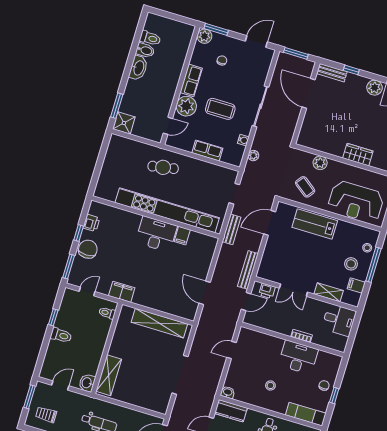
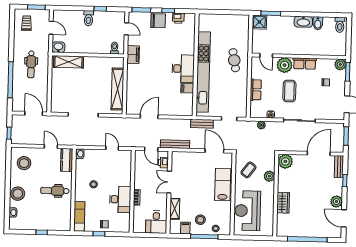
toilet: (150, 38) -> (340, 25), moved
plant: (307, 138) -> (285, 161), added

